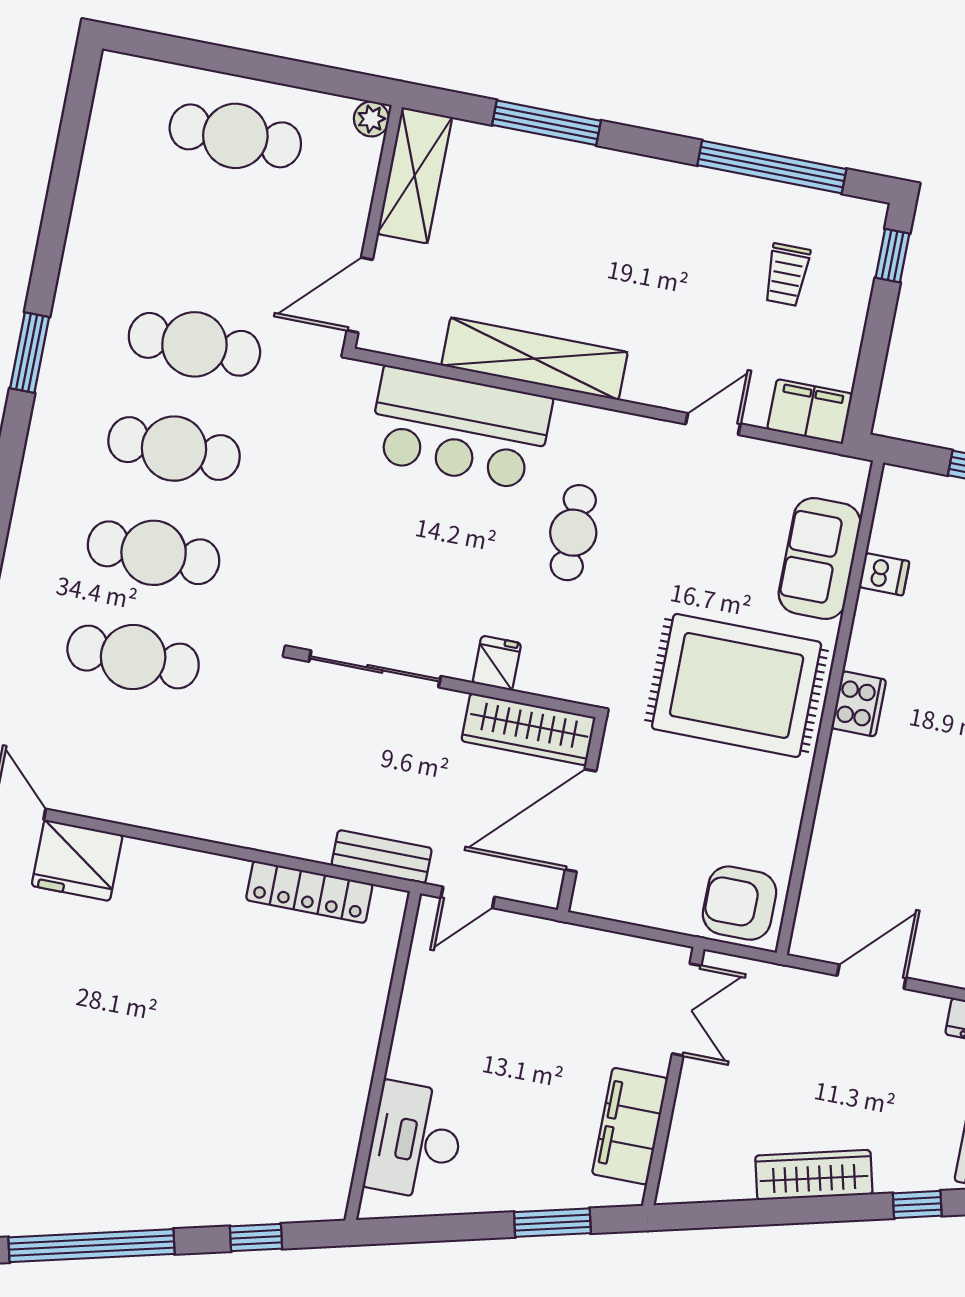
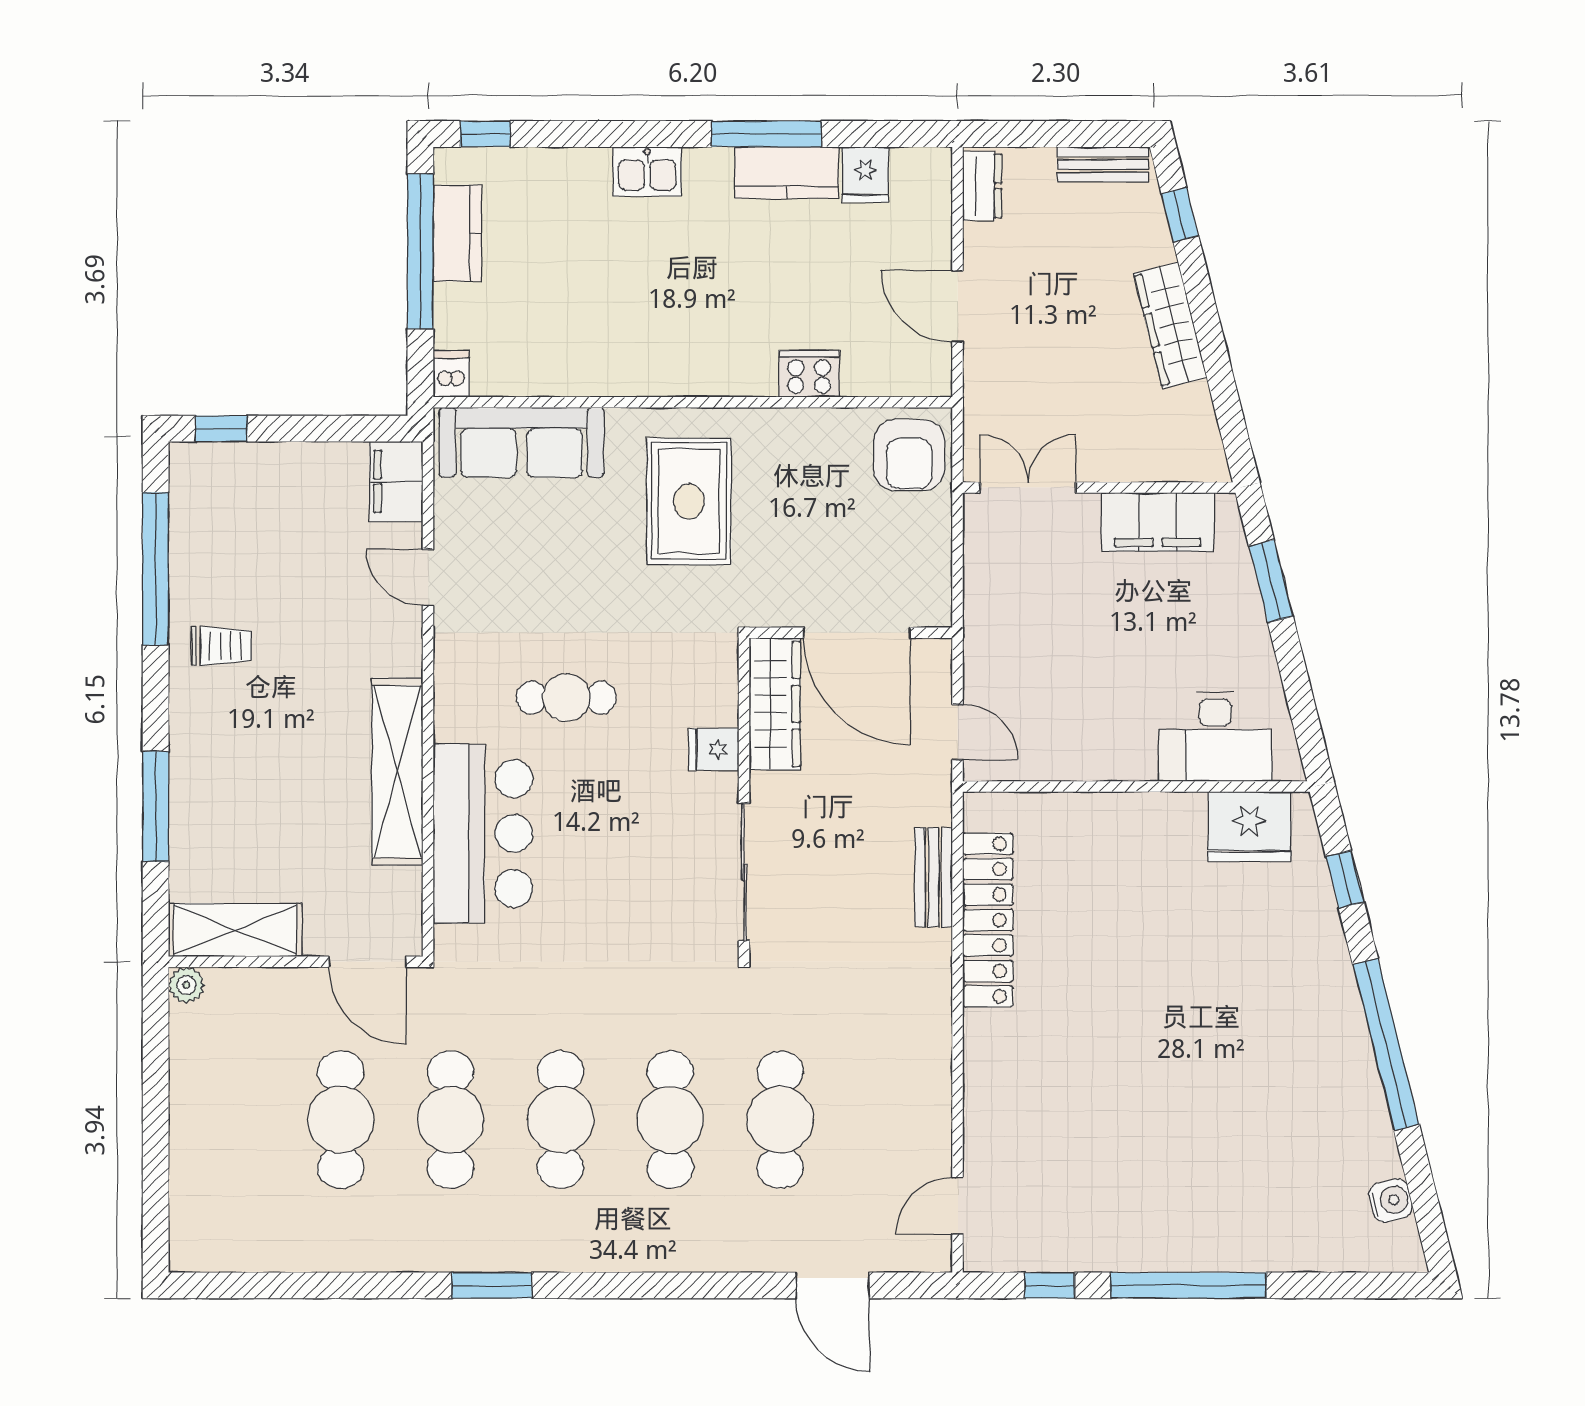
cafe table: (235, 136) -> (341, 1120), moved
trolley: (787, 275) -> (221, 646), moved
sofa: (820, 558) -> (522, 442), width x1.36
dishwasher: (884, 574) -> (451, 374), moved
rug: (737, 685) -> (689, 501), width x0.73, depth x0.69
cooker: (859, 704) -> (809, 374), moved
bench: (382, 857) -> (934, 877), moved
fridge: (77, 860) -> (1250, 827), moved, turned 90
locker: (309, 892) -> (988, 920), width x1.41, depth x1.21

